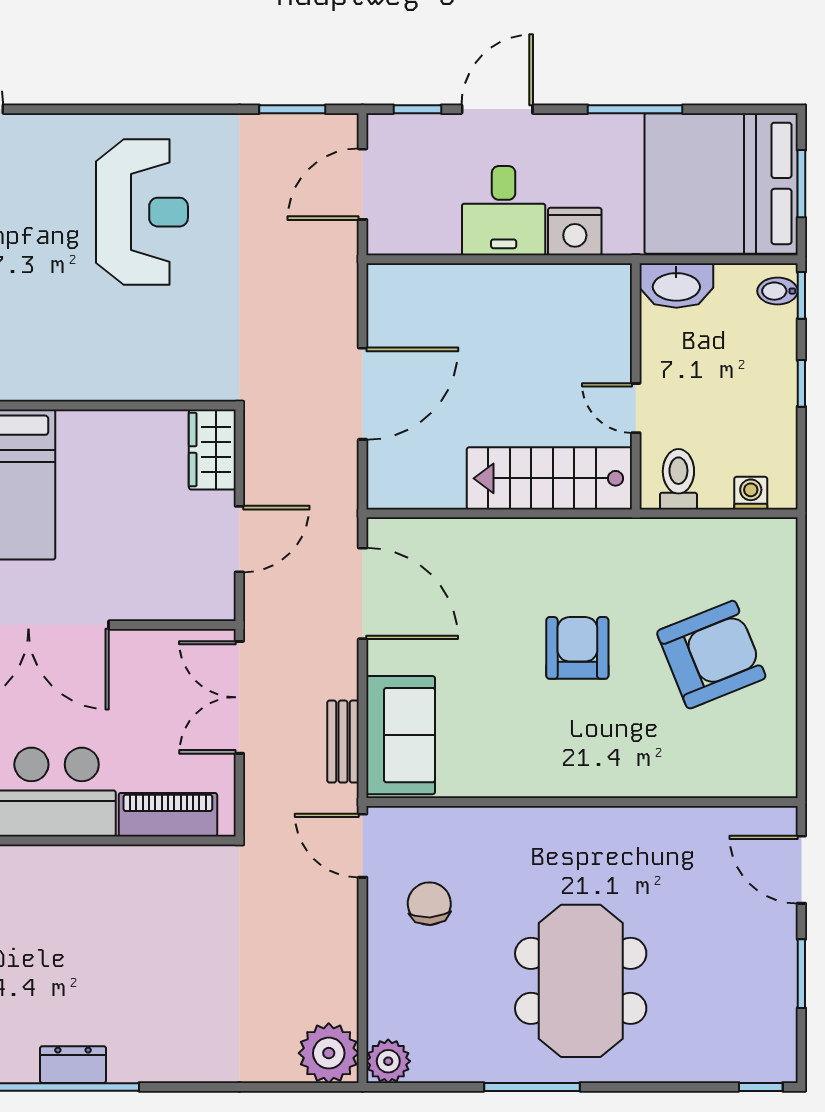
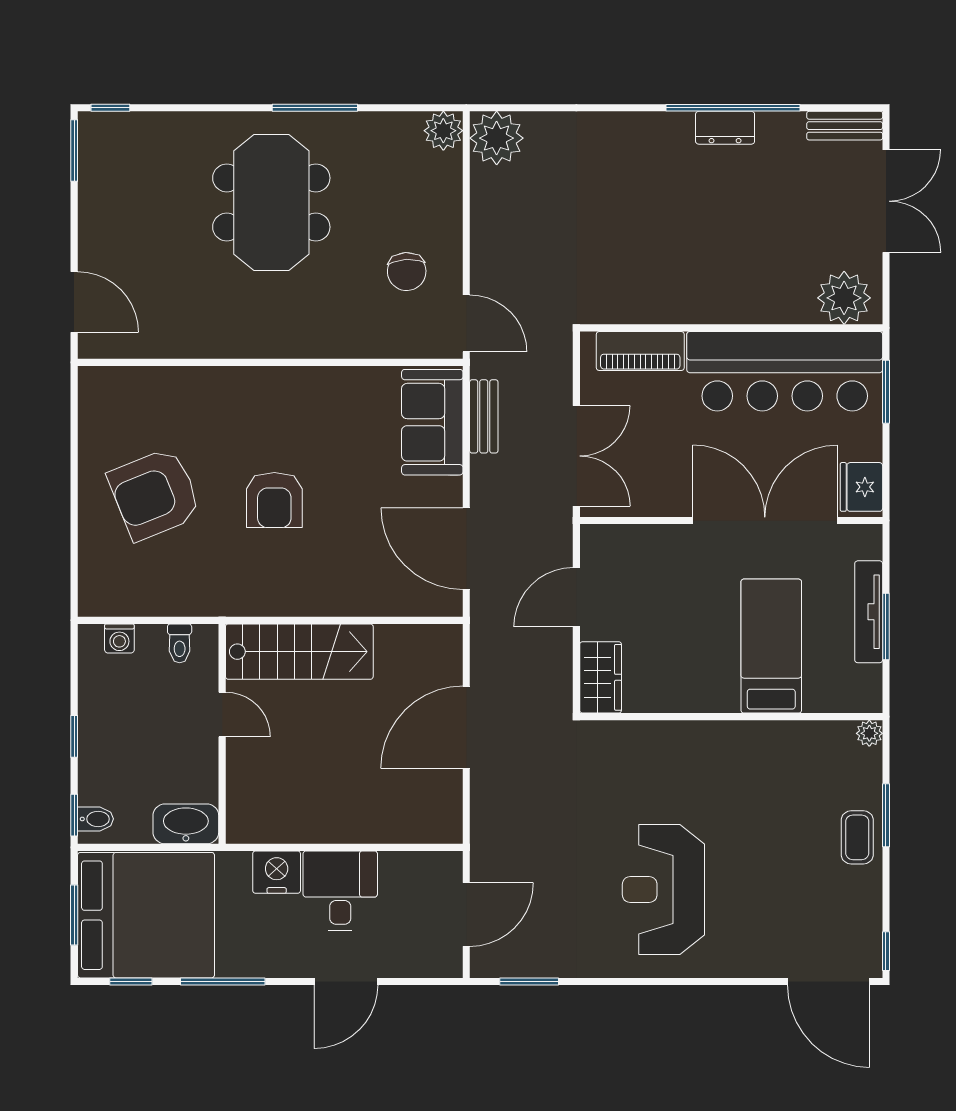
window: (417, 109) -> (131, 981), moved
toilet: (678, 479) -> (180, 643), width x0.73, depth x0.72
window: (801, 974) -> (74, 150), moved

